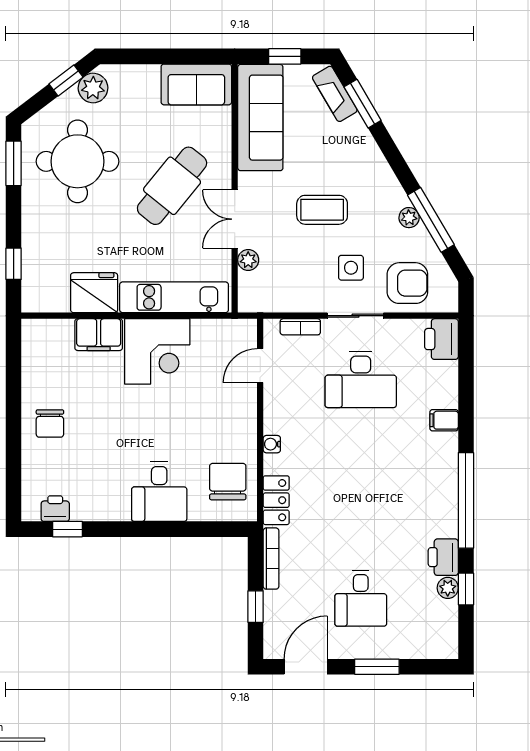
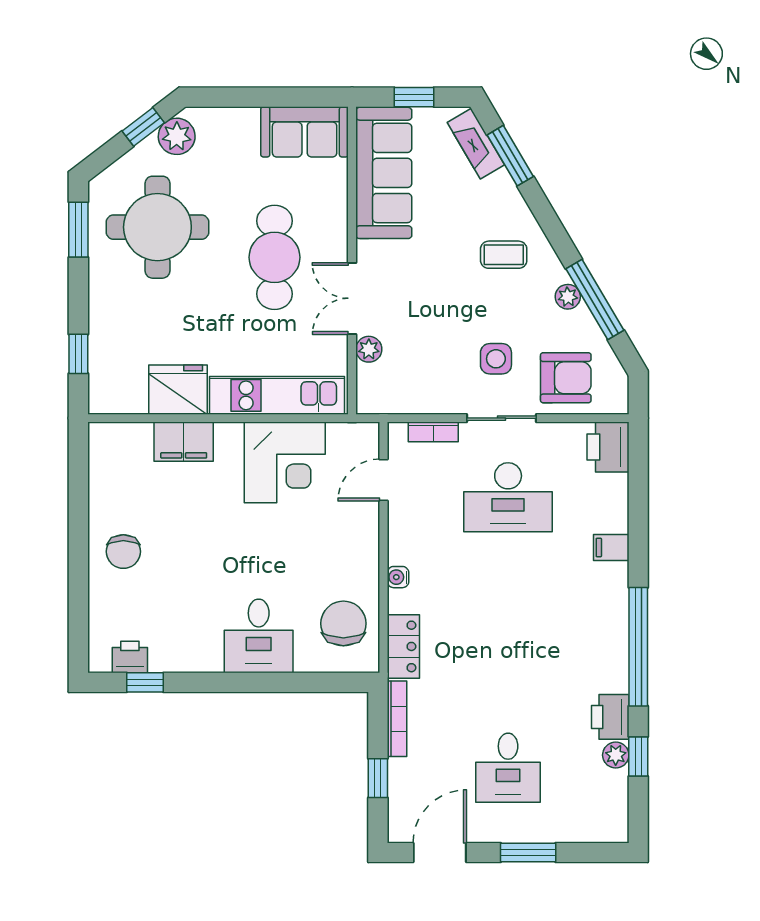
cafe table: (172, 186) -> (275, 257), turned -39
coffee table: (322, 210) -> (504, 255), moved, width x0.73, depth x0.77
corner desk: (157, 351) -> (285, 462), moved

